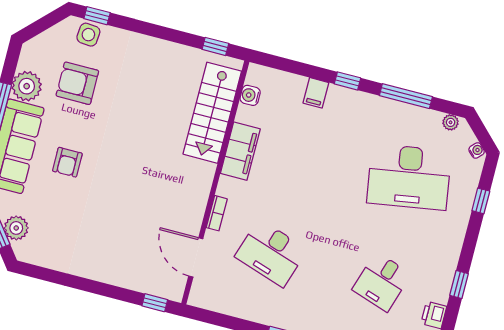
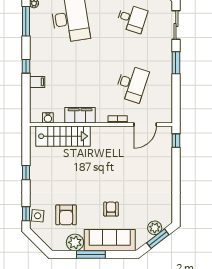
window: (215, 46) -> (26, 173), moved
window: (406, 96) -> (26, 21), moved
armchair: (67, 162) -> (111, 209), turned -90

